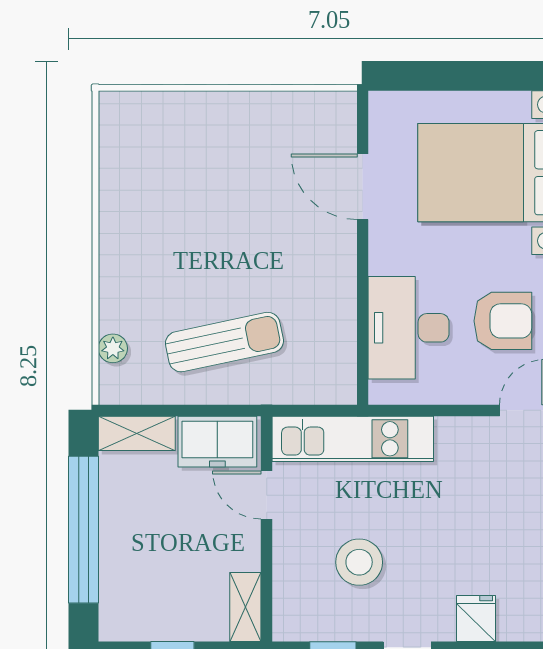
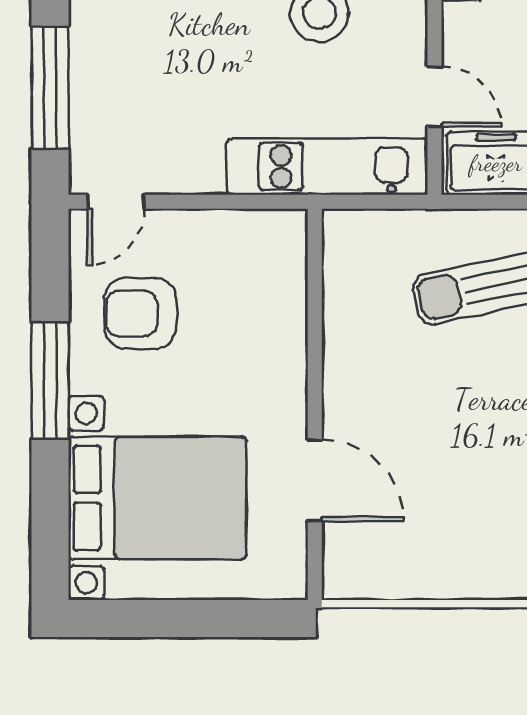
desk: (409, 328) -> (258, 305), removed

